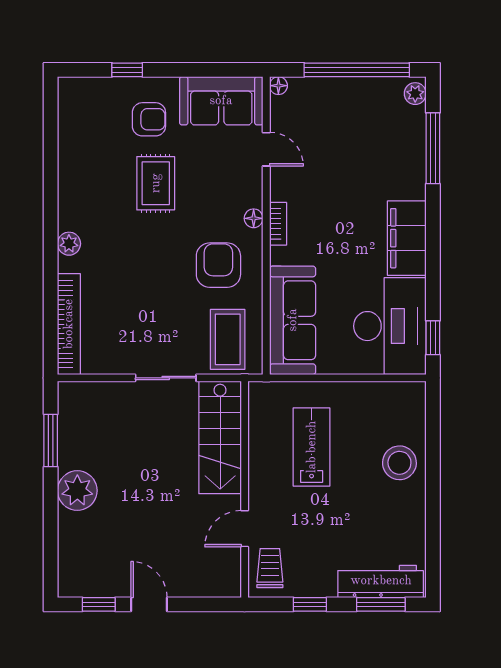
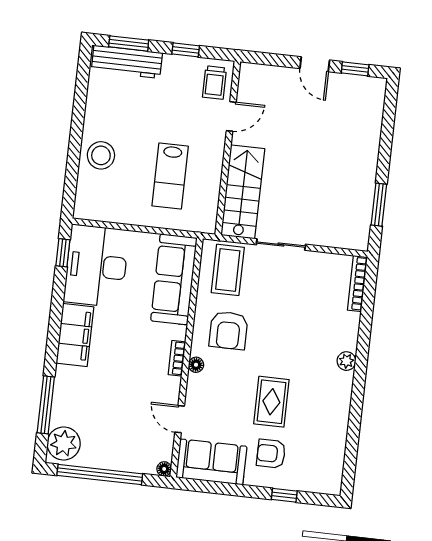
plant: (415, 94) -> (64, 444), width x1.88, depth x1.88
bookcase: (69, 324) -> (357, 284), width x0.68, depth x0.76
plant: (77, 491) -> (362, 162), removed

